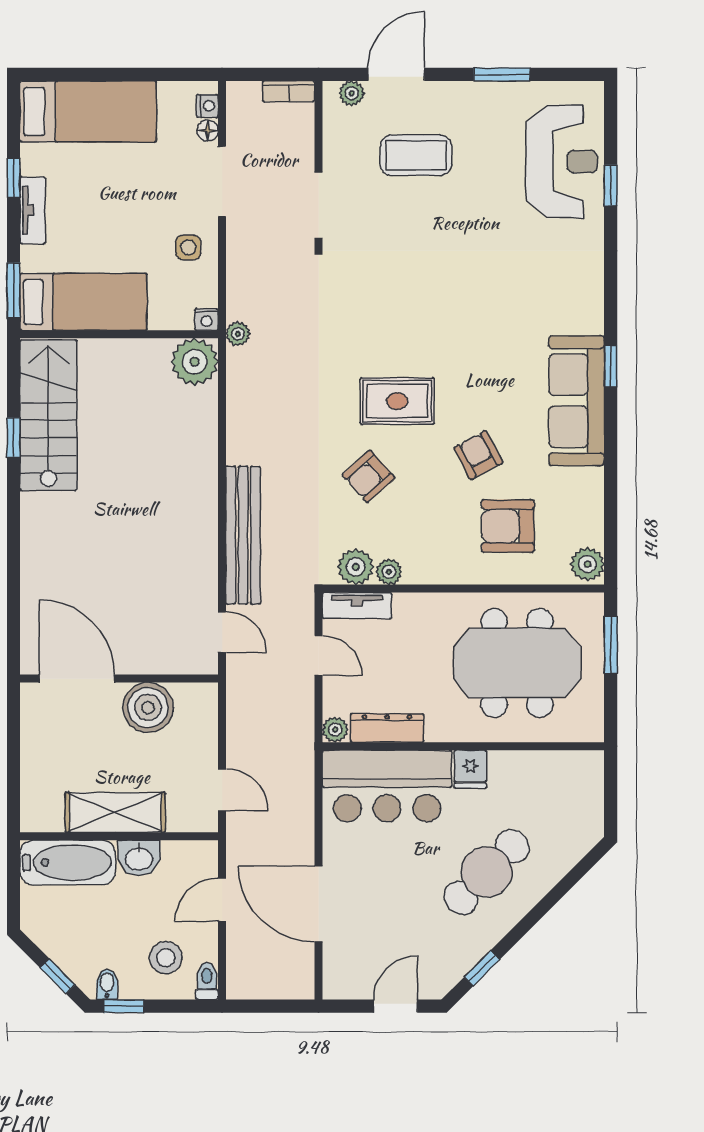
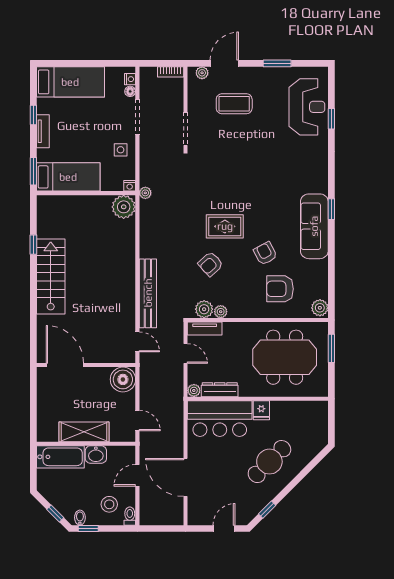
stairs: (48, 415) -> (51, 277), moved
boiler: (148, 708) -> (123, 379), moved

